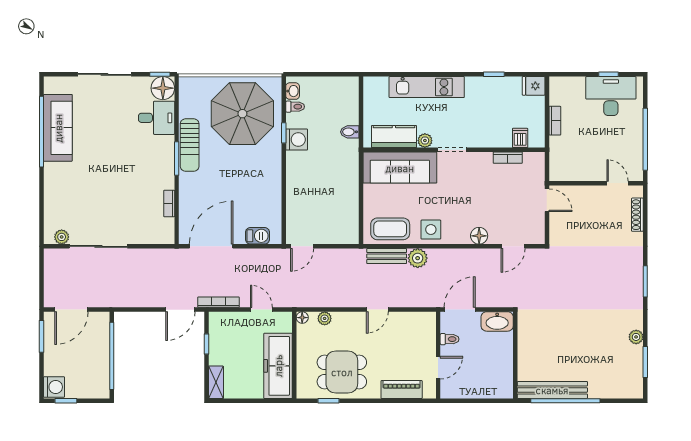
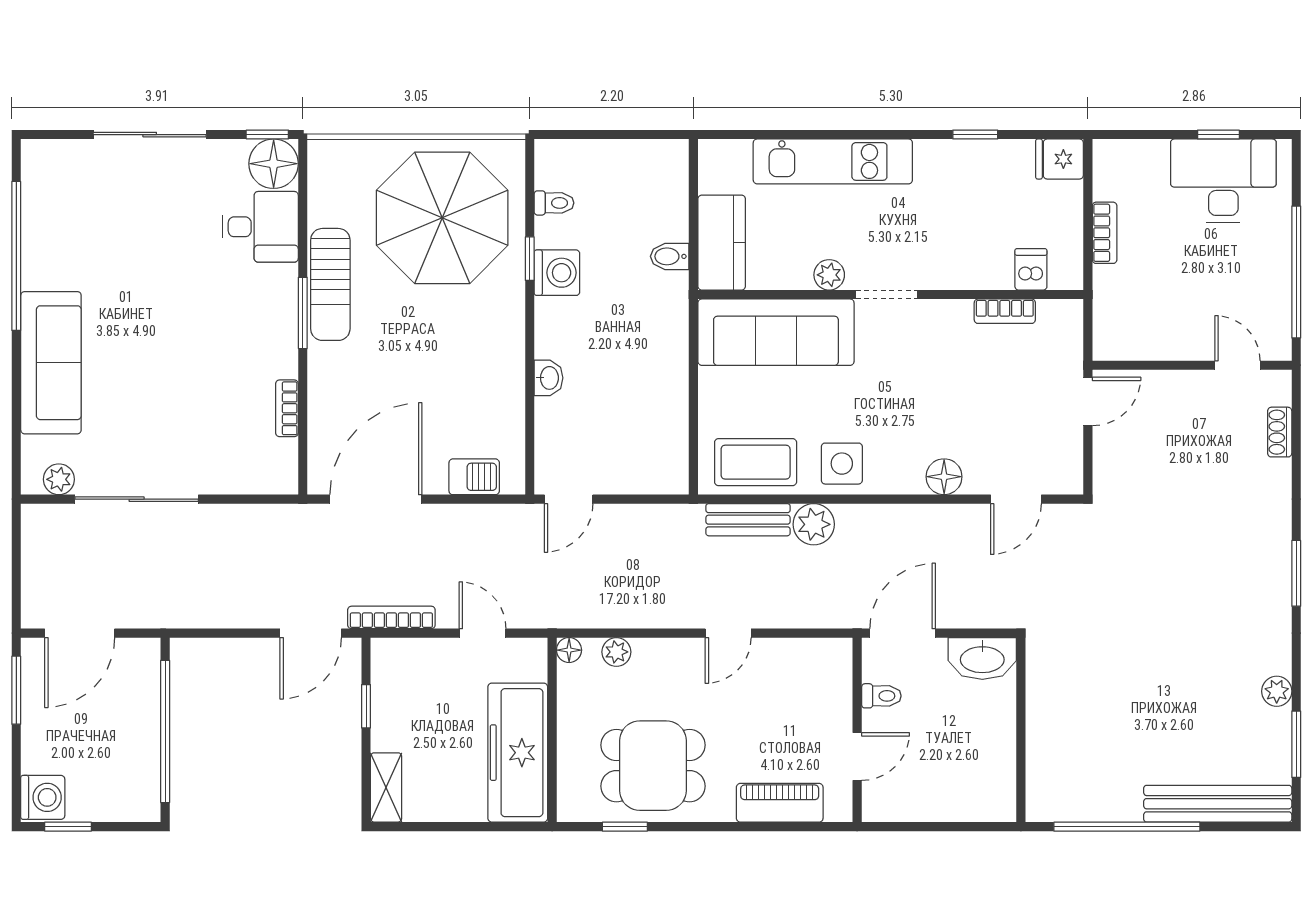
washbasin: (293, 91) -> (549, 378), moved
sofa: (58, 128) -> (51, 363), moved
kitchen counter: (394, 137) -> (722, 243), moved, turned 90
door: (547, 200) -> (1088, 401), hinge flipped
shoe rack: (637, 215) -> (1280, 432), width x0.70
bench: (552, 390) -> (1218, 804), moved

